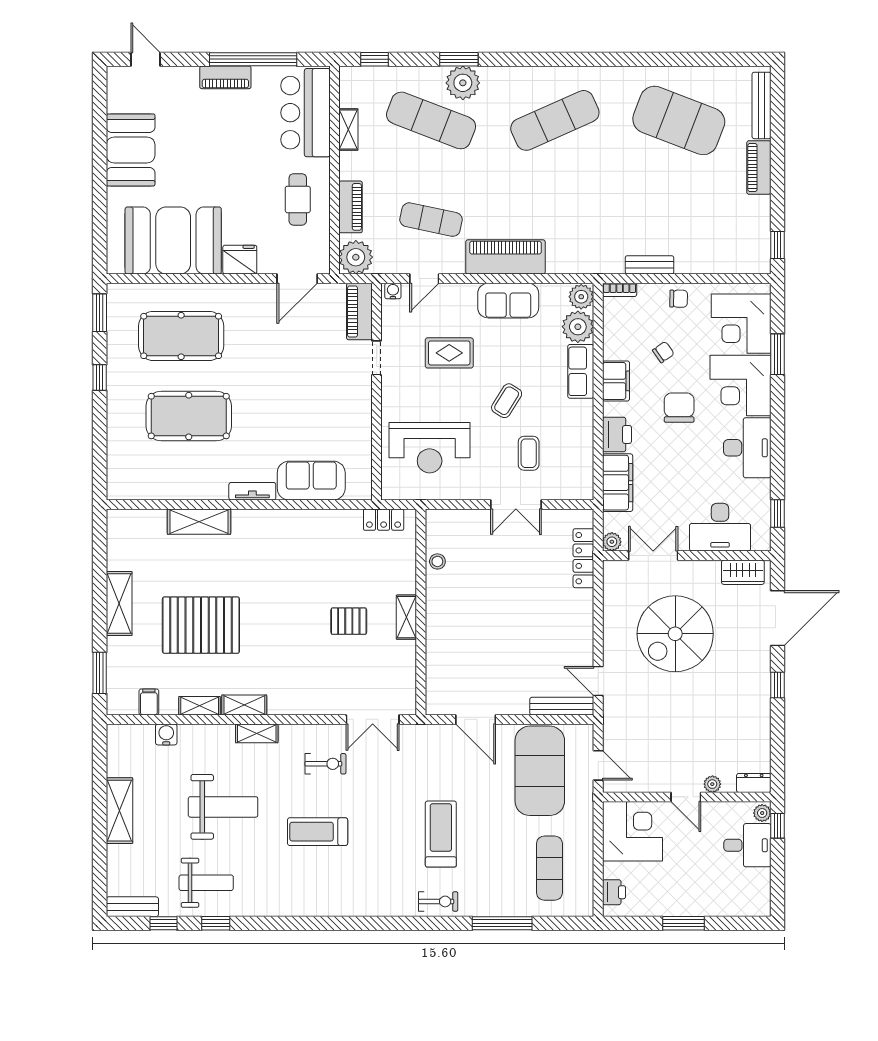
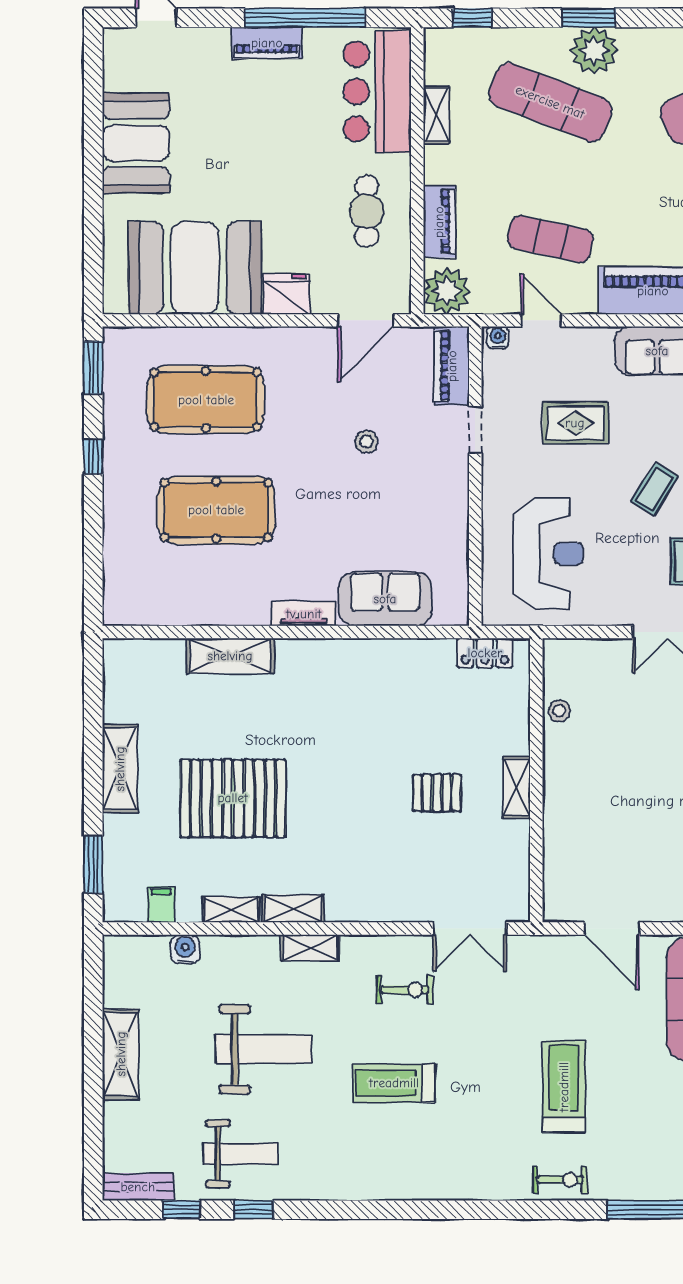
door: (424, 279) -> (541, 320), swing flipped
stool: (298, 367) -> (367, 442), added
reception desk: (430, 448) -> (548, 554), turned -90

